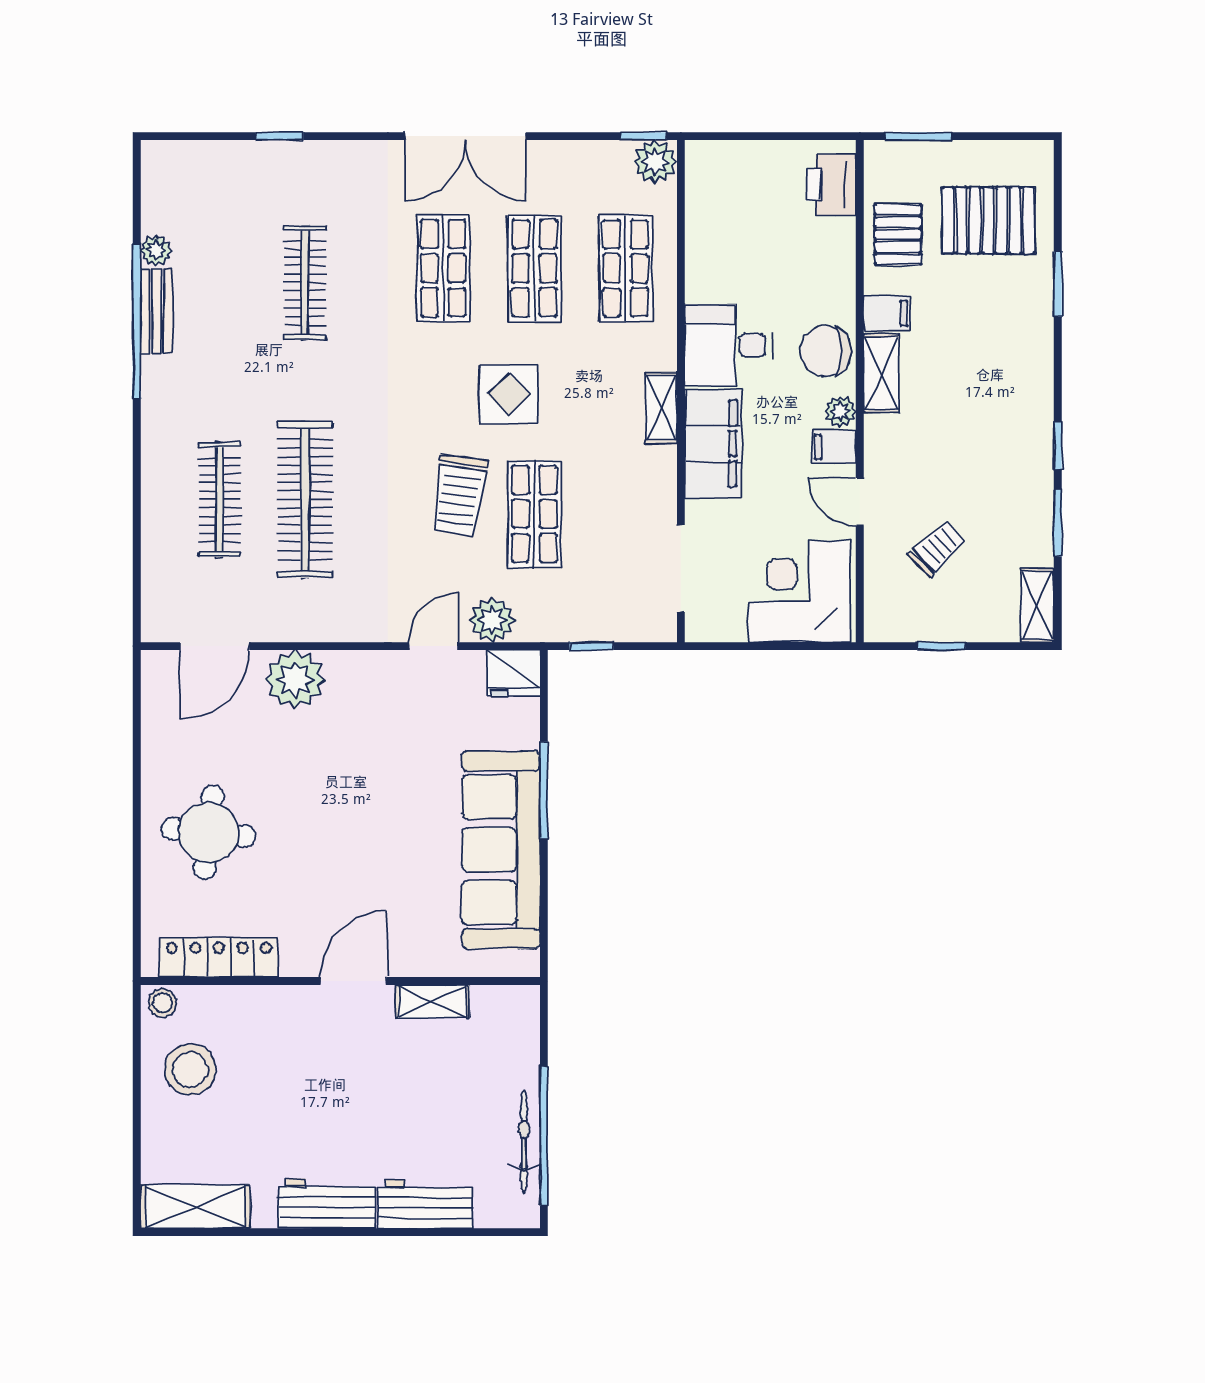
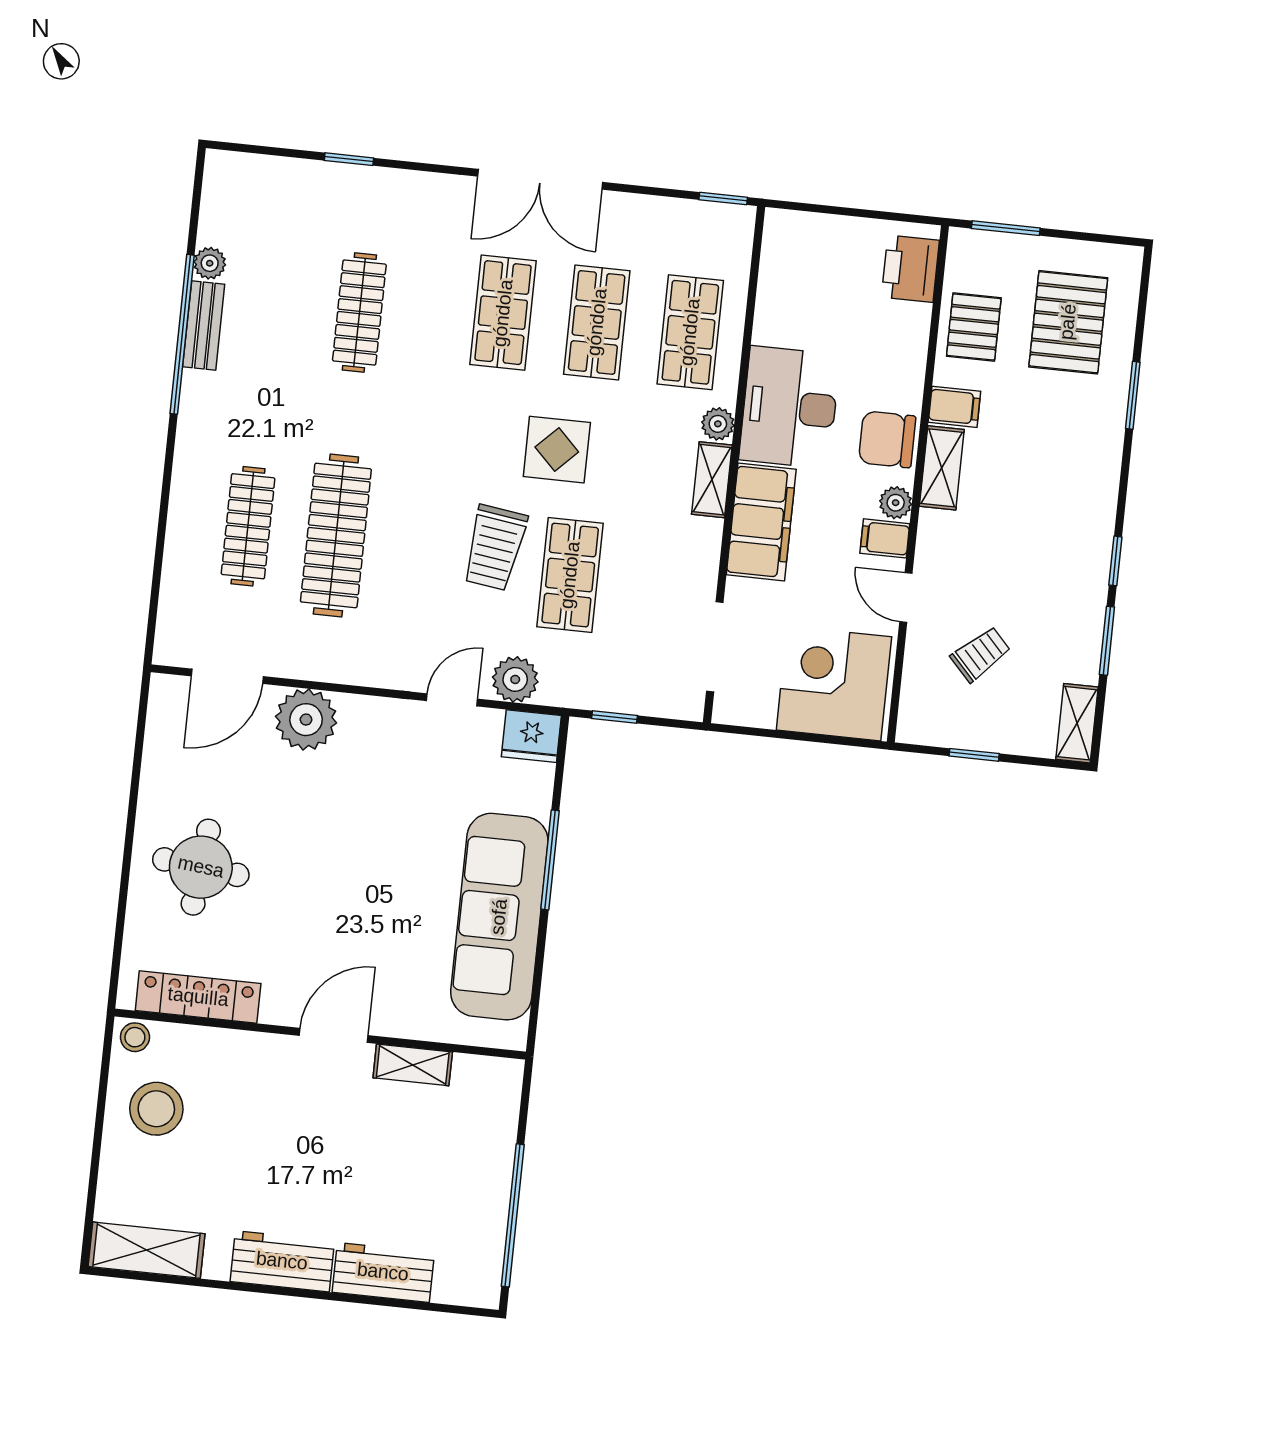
plant: (655, 162) -> (718, 424), moved, width x0.73, depth x0.73
pallet: (988, 220) -> (1068, 322), turned 90
desk: (729, 345) -> (790, 407), width x1.37
bicycle: (524, 1142) -> (491, 1219), removed

